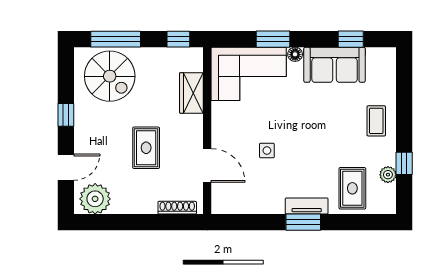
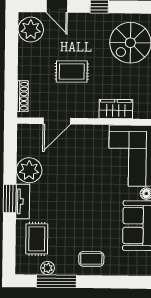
side table: (267, 150) -> (68, 170), removed
window: (404, 163) -> (56, 281), width x2.17
rug: (352, 188) -> (37, 239), turned 90
plant: (268, 199) -> (29, 170), added

